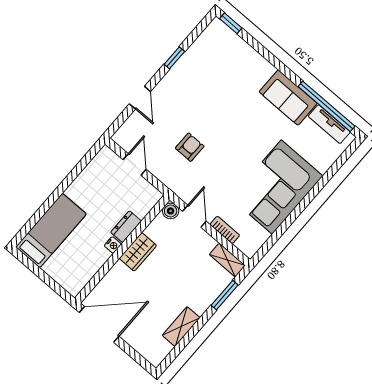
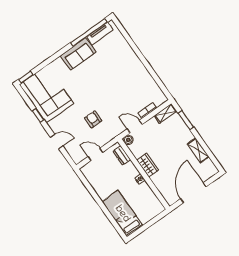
corner sofa: (277, 187) -> (46, 94), moved, turned 180
dresser: (126, 227) -> (122, 155), moved
door: (99, 324) -> (193, 193), moved

